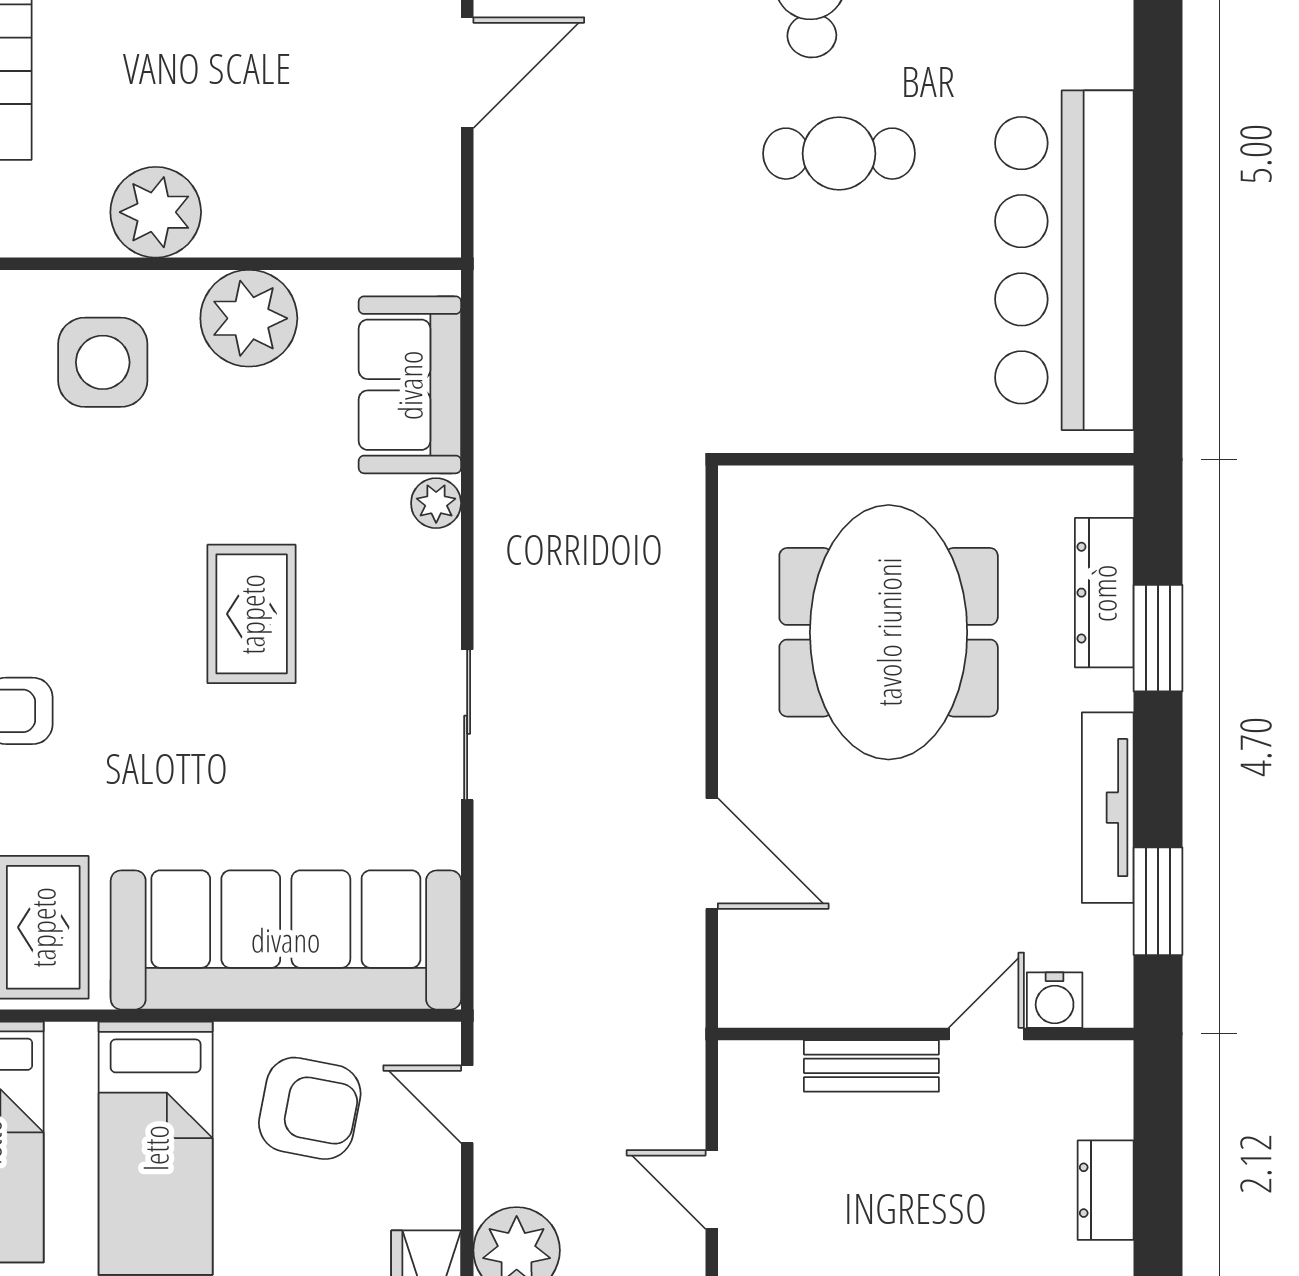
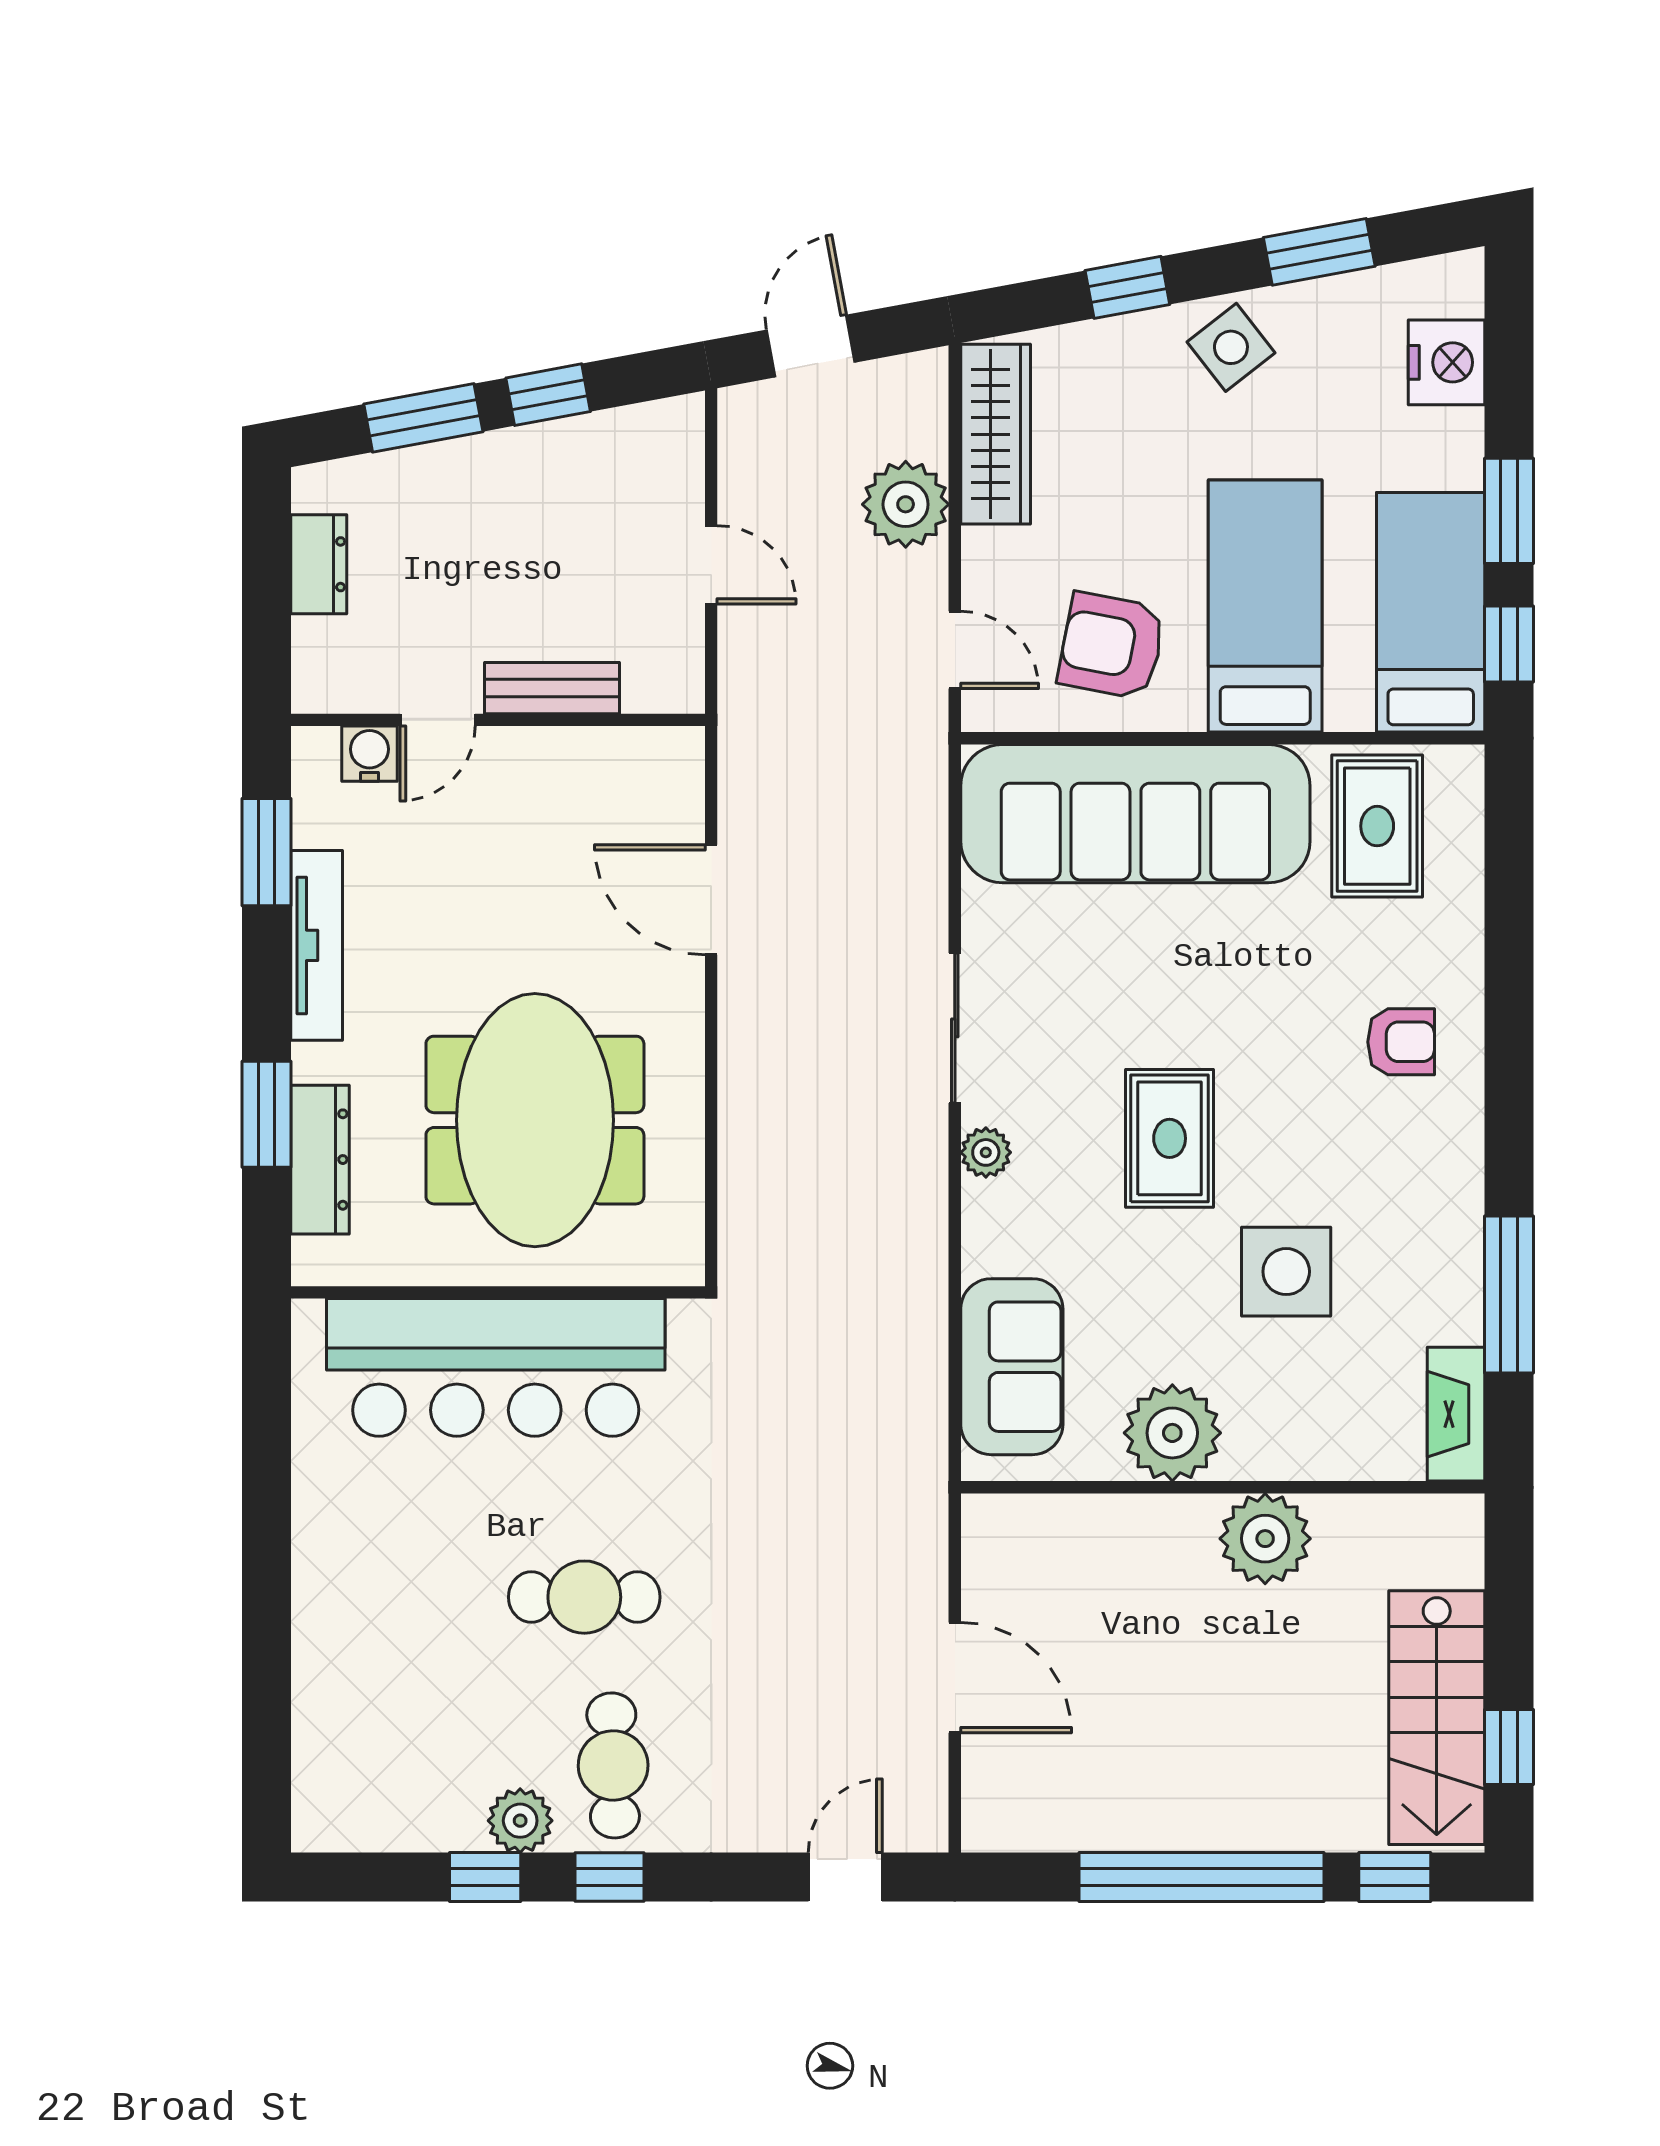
door: (467, 73) -> (955, 1678), swing flipped
bar counter: (1064, 260) -> (496, 1367), moved, turned 90
side table: (103, 362) -> (1286, 1272), moved
plant: (436, 503) -> (986, 1152), moved

